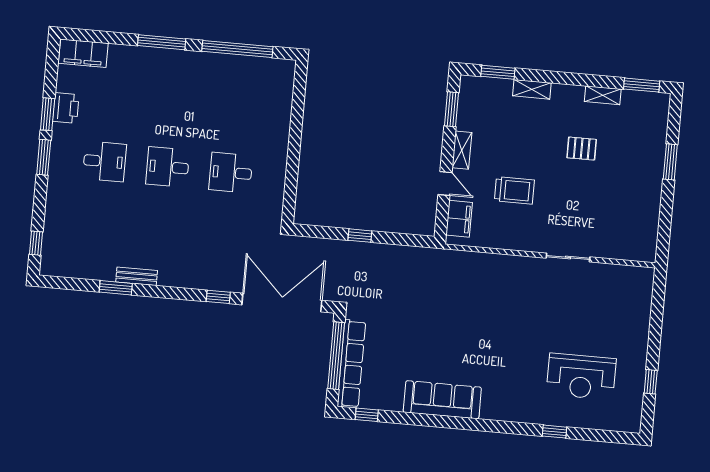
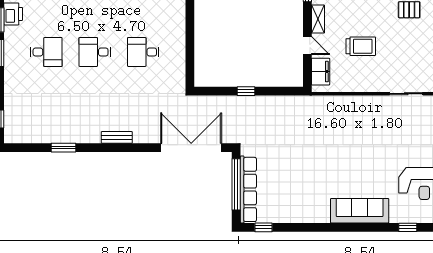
bench: (137, 276) -> (117, 137), moved
window: (218, 297) -> (142, 148), removed
sofa: (442, 400) -> (360, 211), moved

